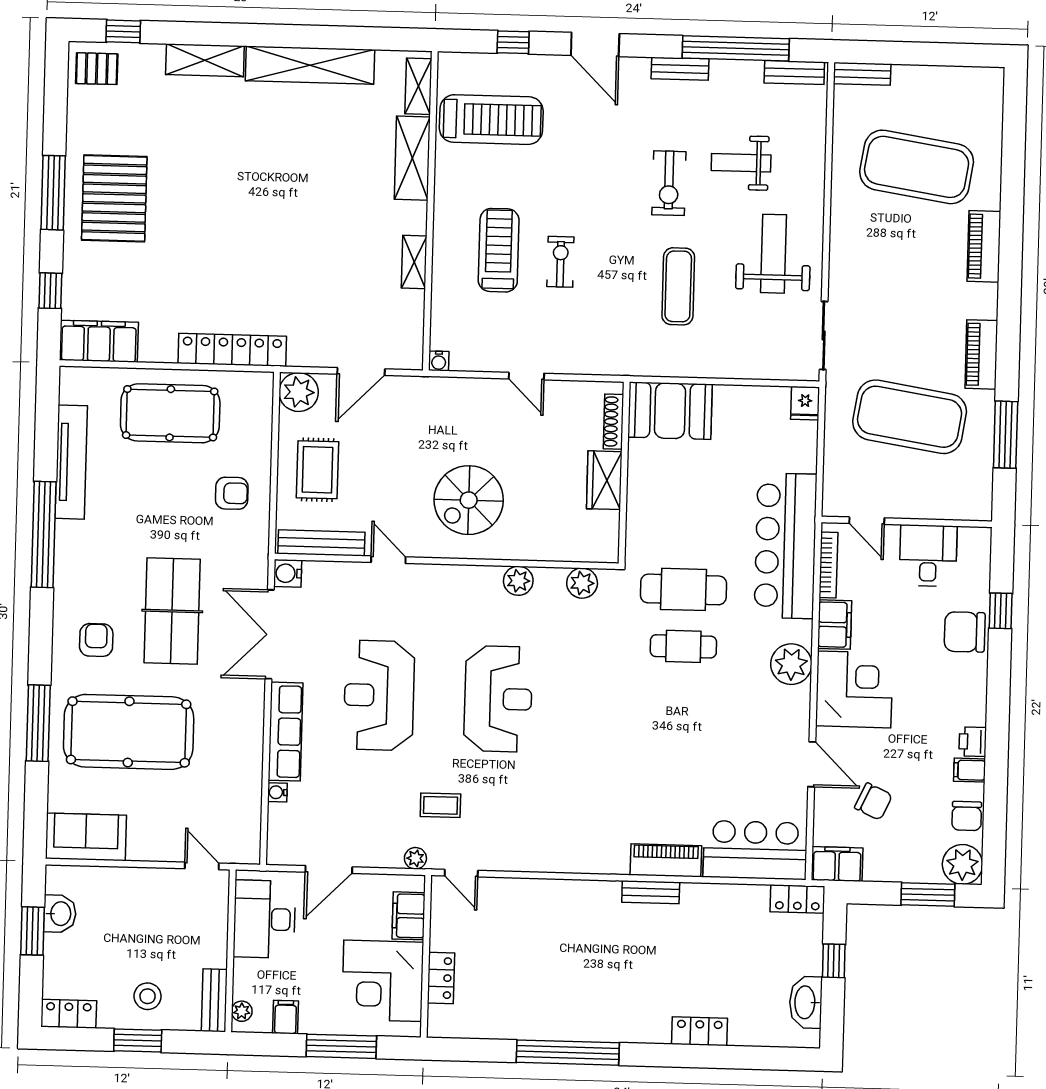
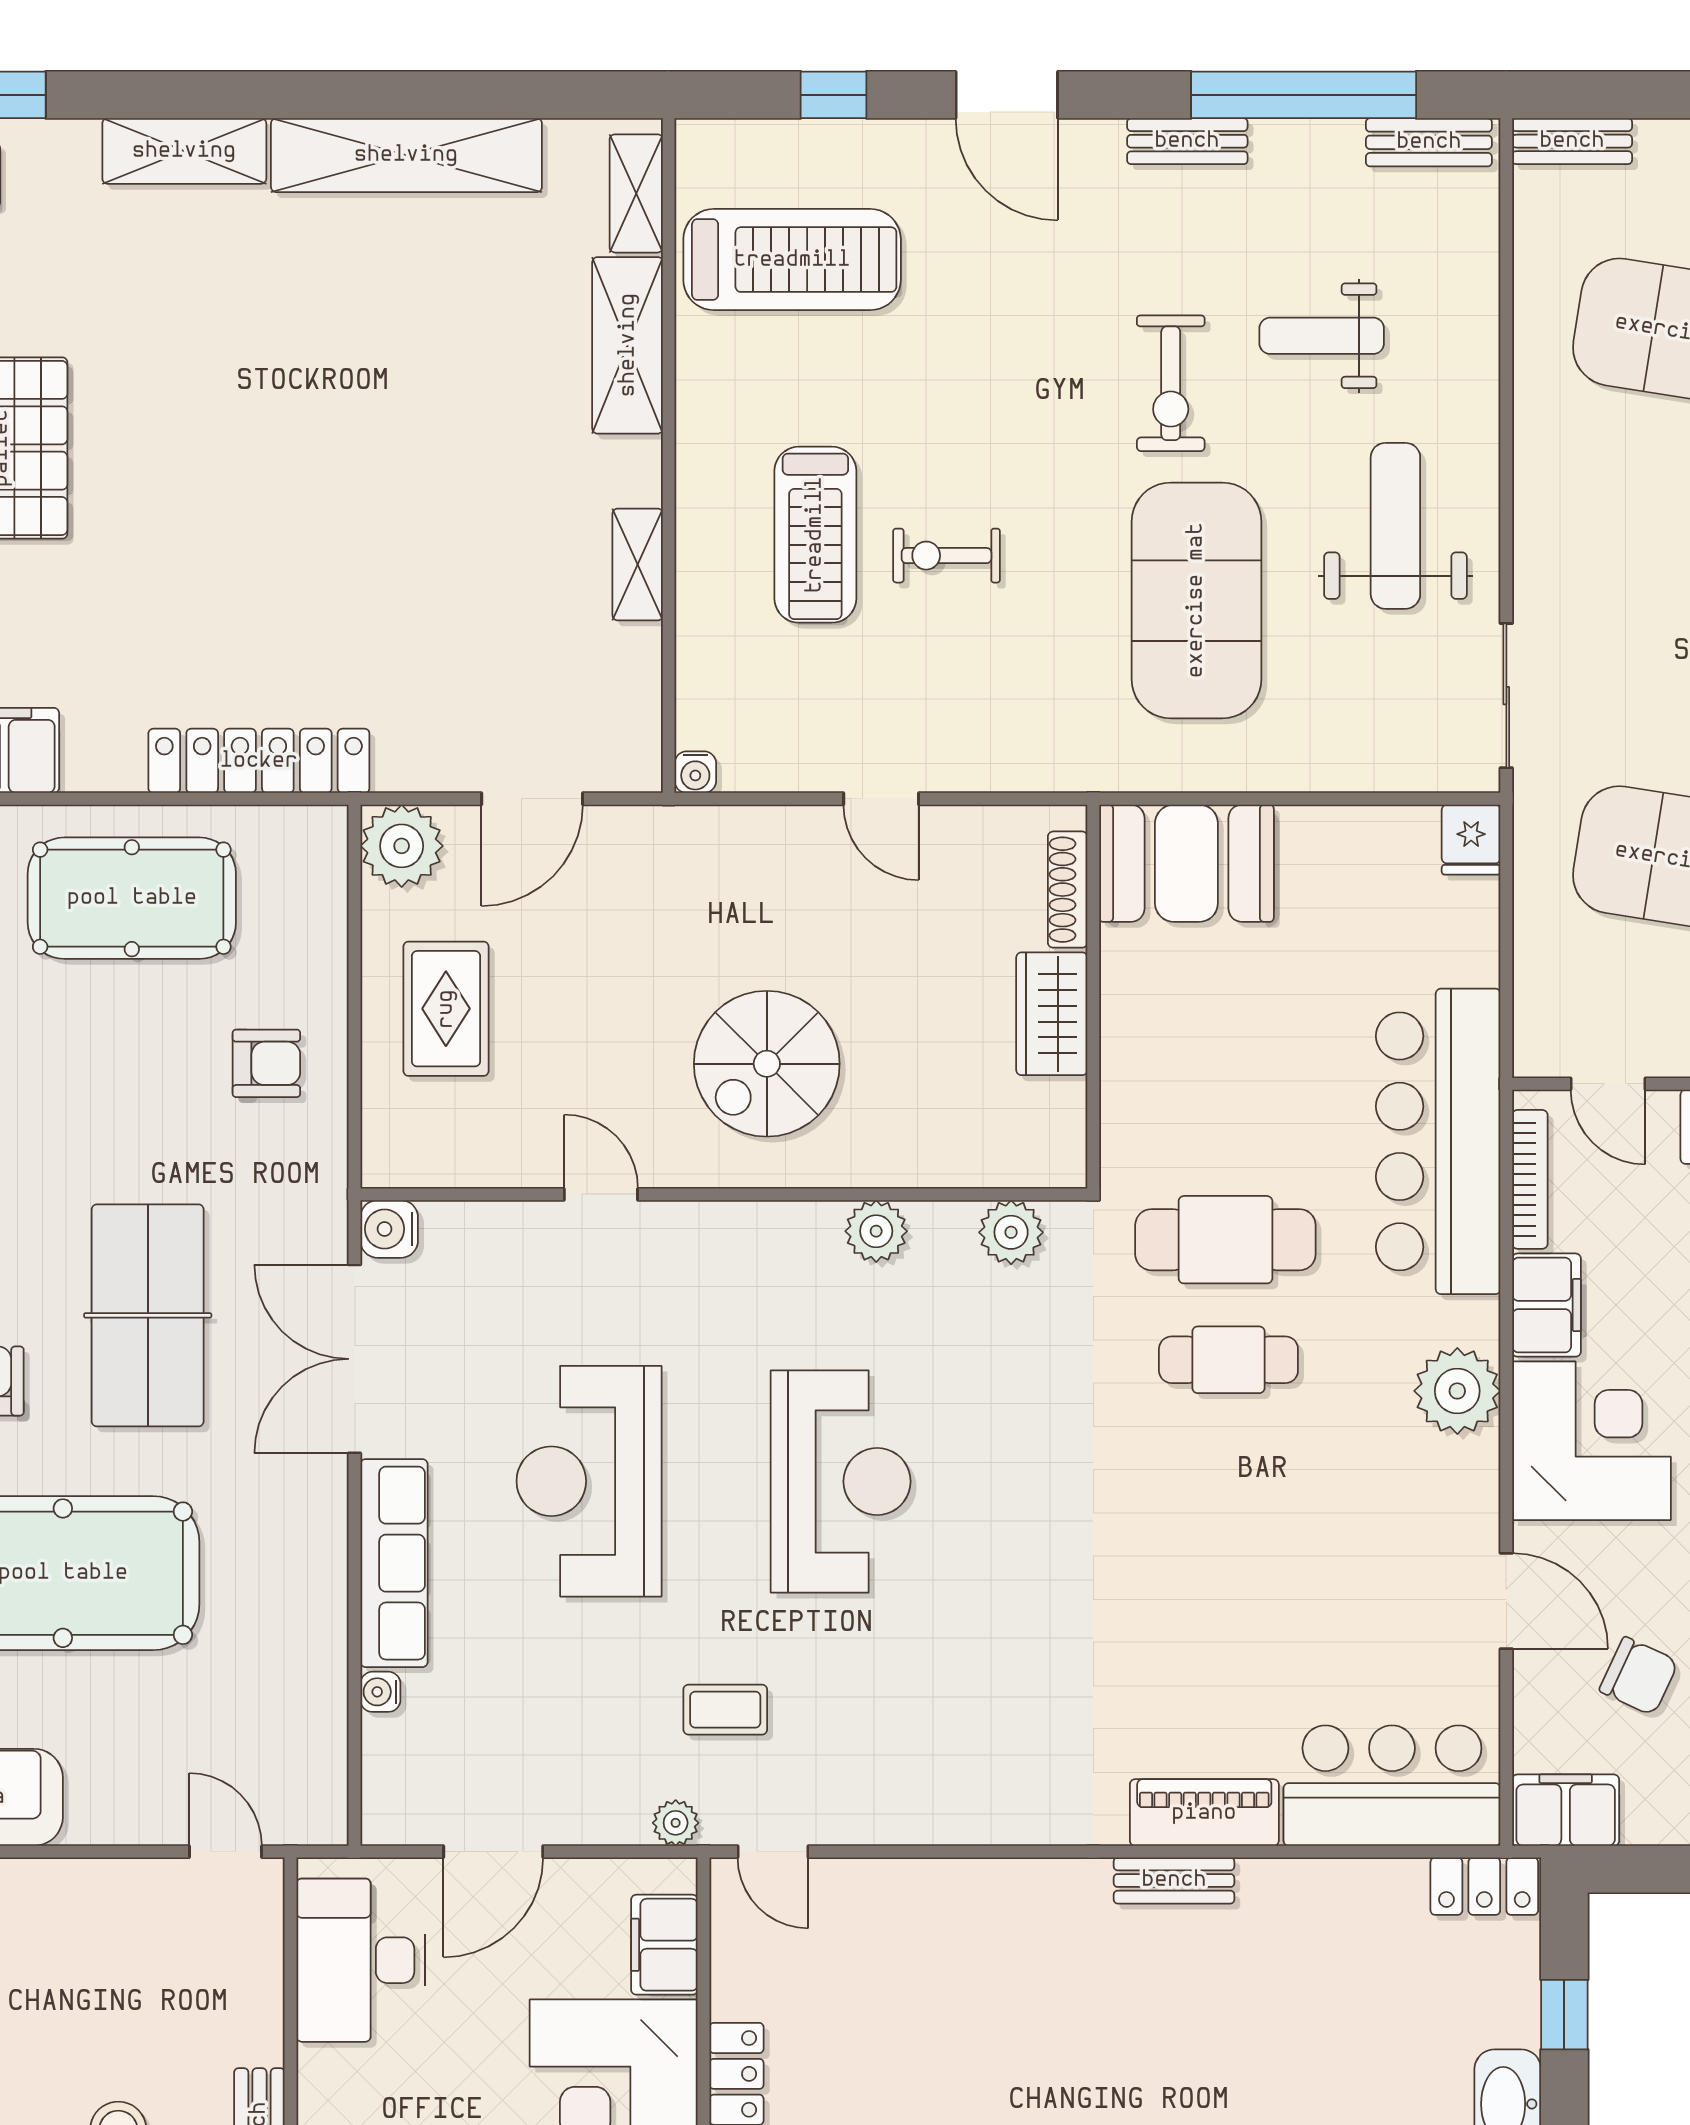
treadmill: (499, 250) -> (815, 535), turned 180
exercise bike: (560, 262) -> (946, 556), turned -90
exercise mat: (678, 286) -> (1196, 600), width x2.00, depth x1.45
bench: (321, 543) -> (459, 1163), removed

